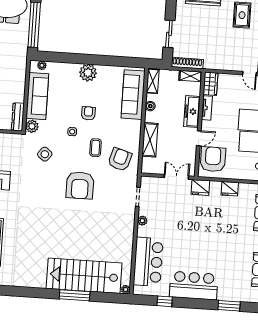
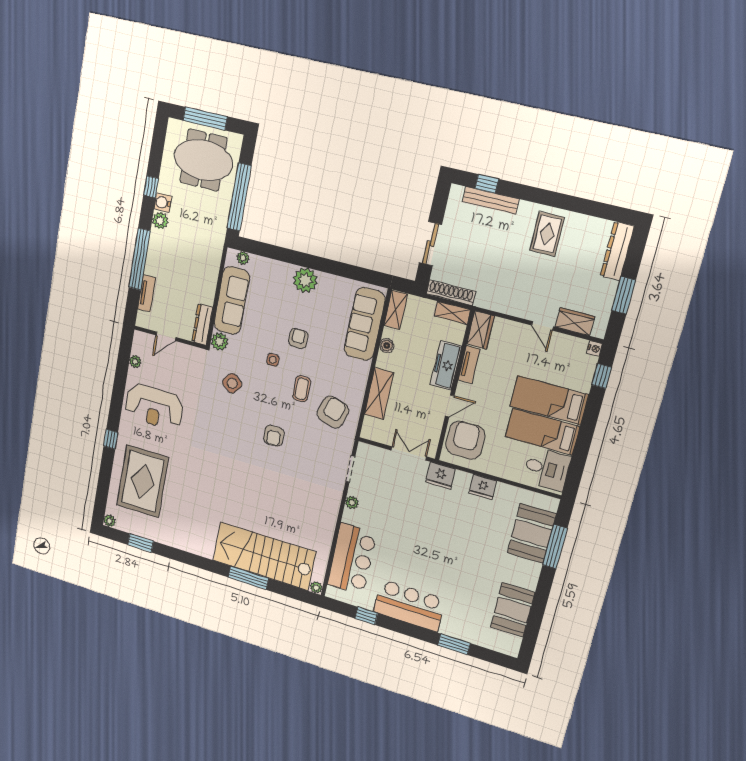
armchair: (80, 185) -> (274, 436), width x0.53, depth x0.53

